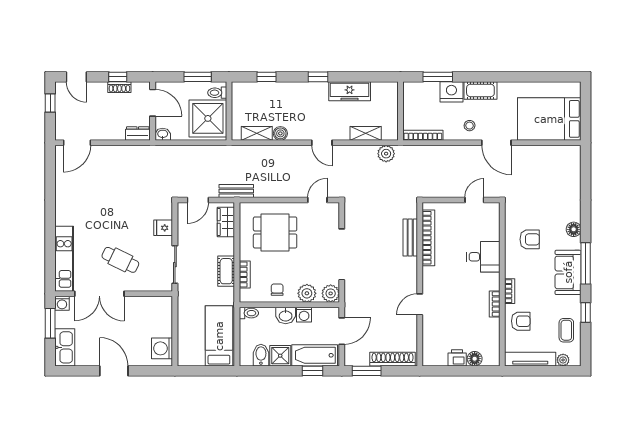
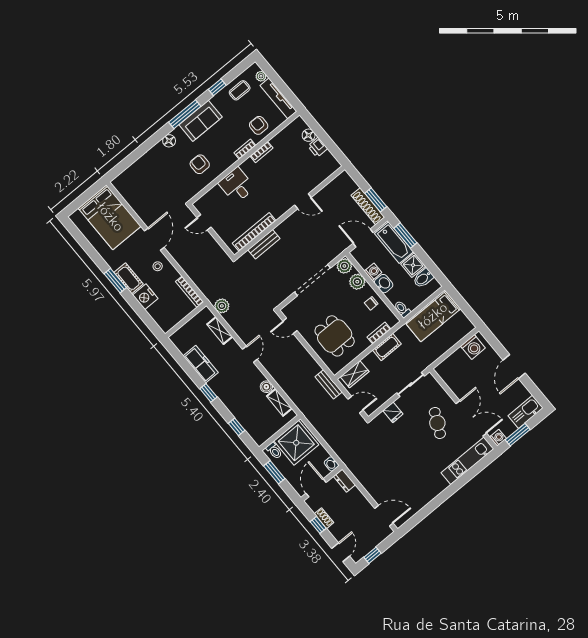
window: (438, 77) -> (115, 281), moved
shoe rack: (393, 359) -> (368, 206), moved
window: (312, 371) -> (405, 236), width x1.50

